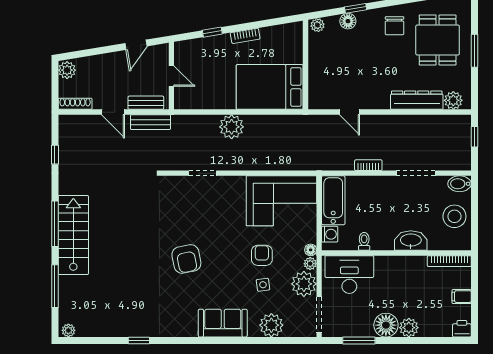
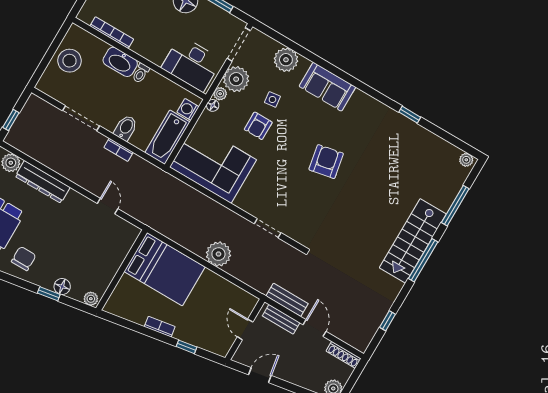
bidet: (460, 184) -> (126, 128), moved, turned -90
toilet: (364, 241) -> (141, 73), moved
bookcase: (449, 261) -> (112, 33), moved

